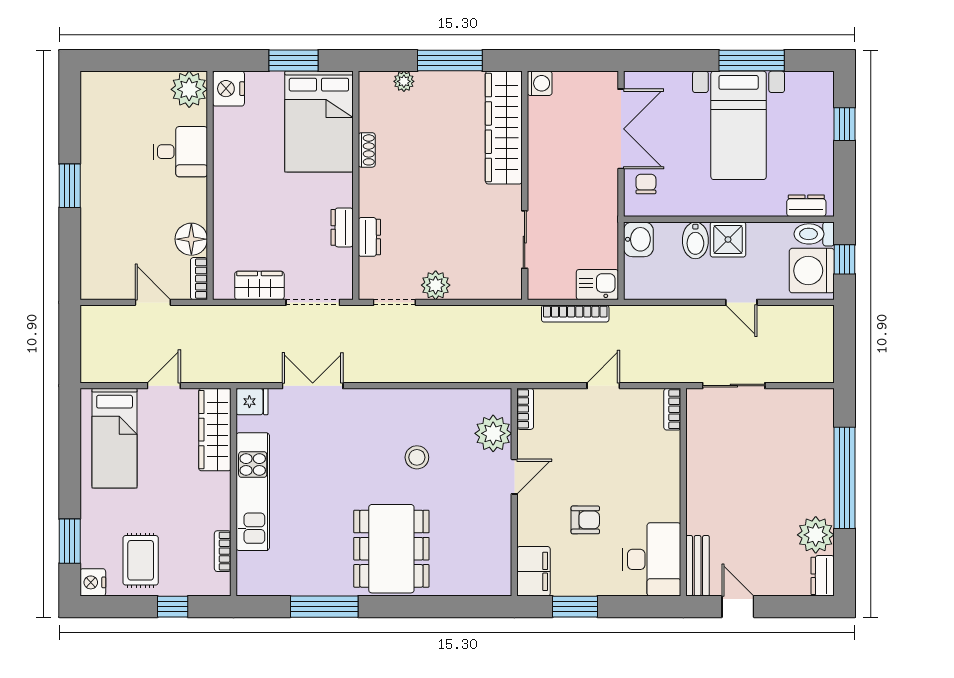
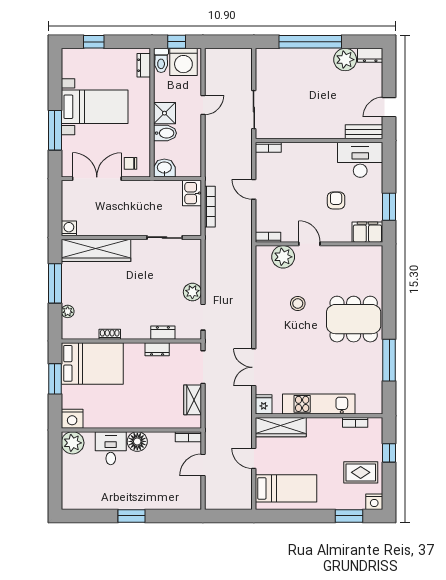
window: (752, 61) -> (55, 130), moved
floor lamp: (191, 239) -> (137, 441), moved

